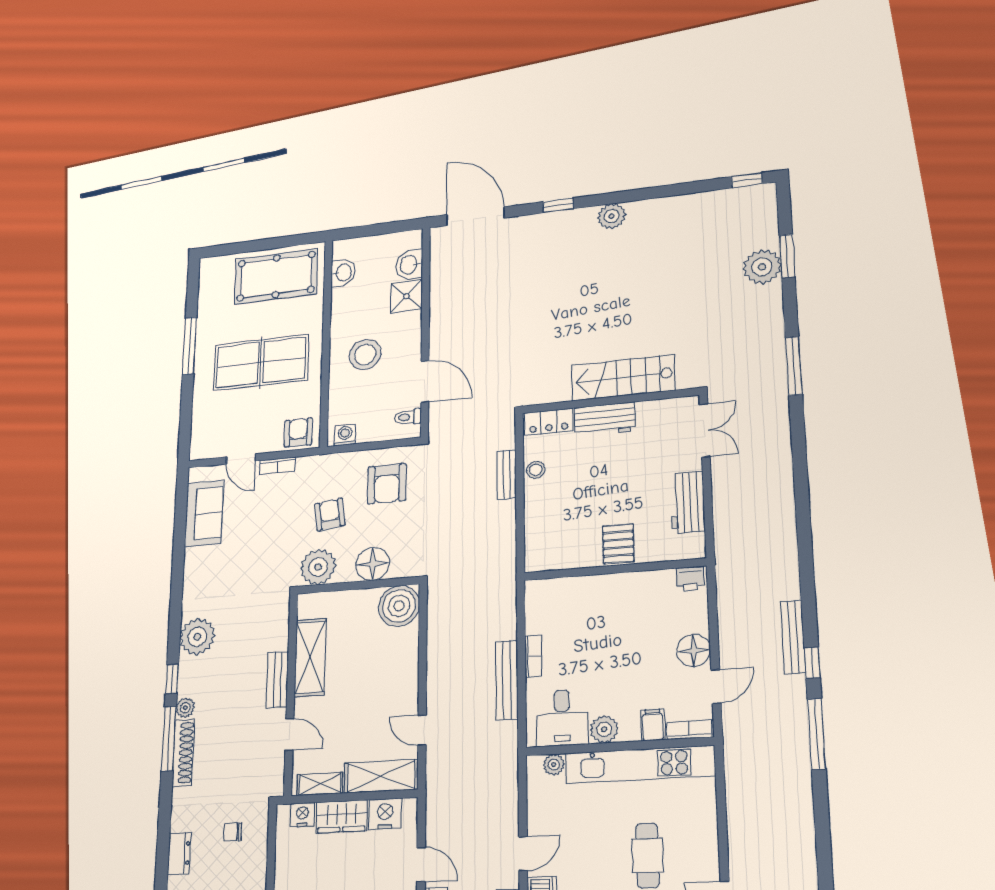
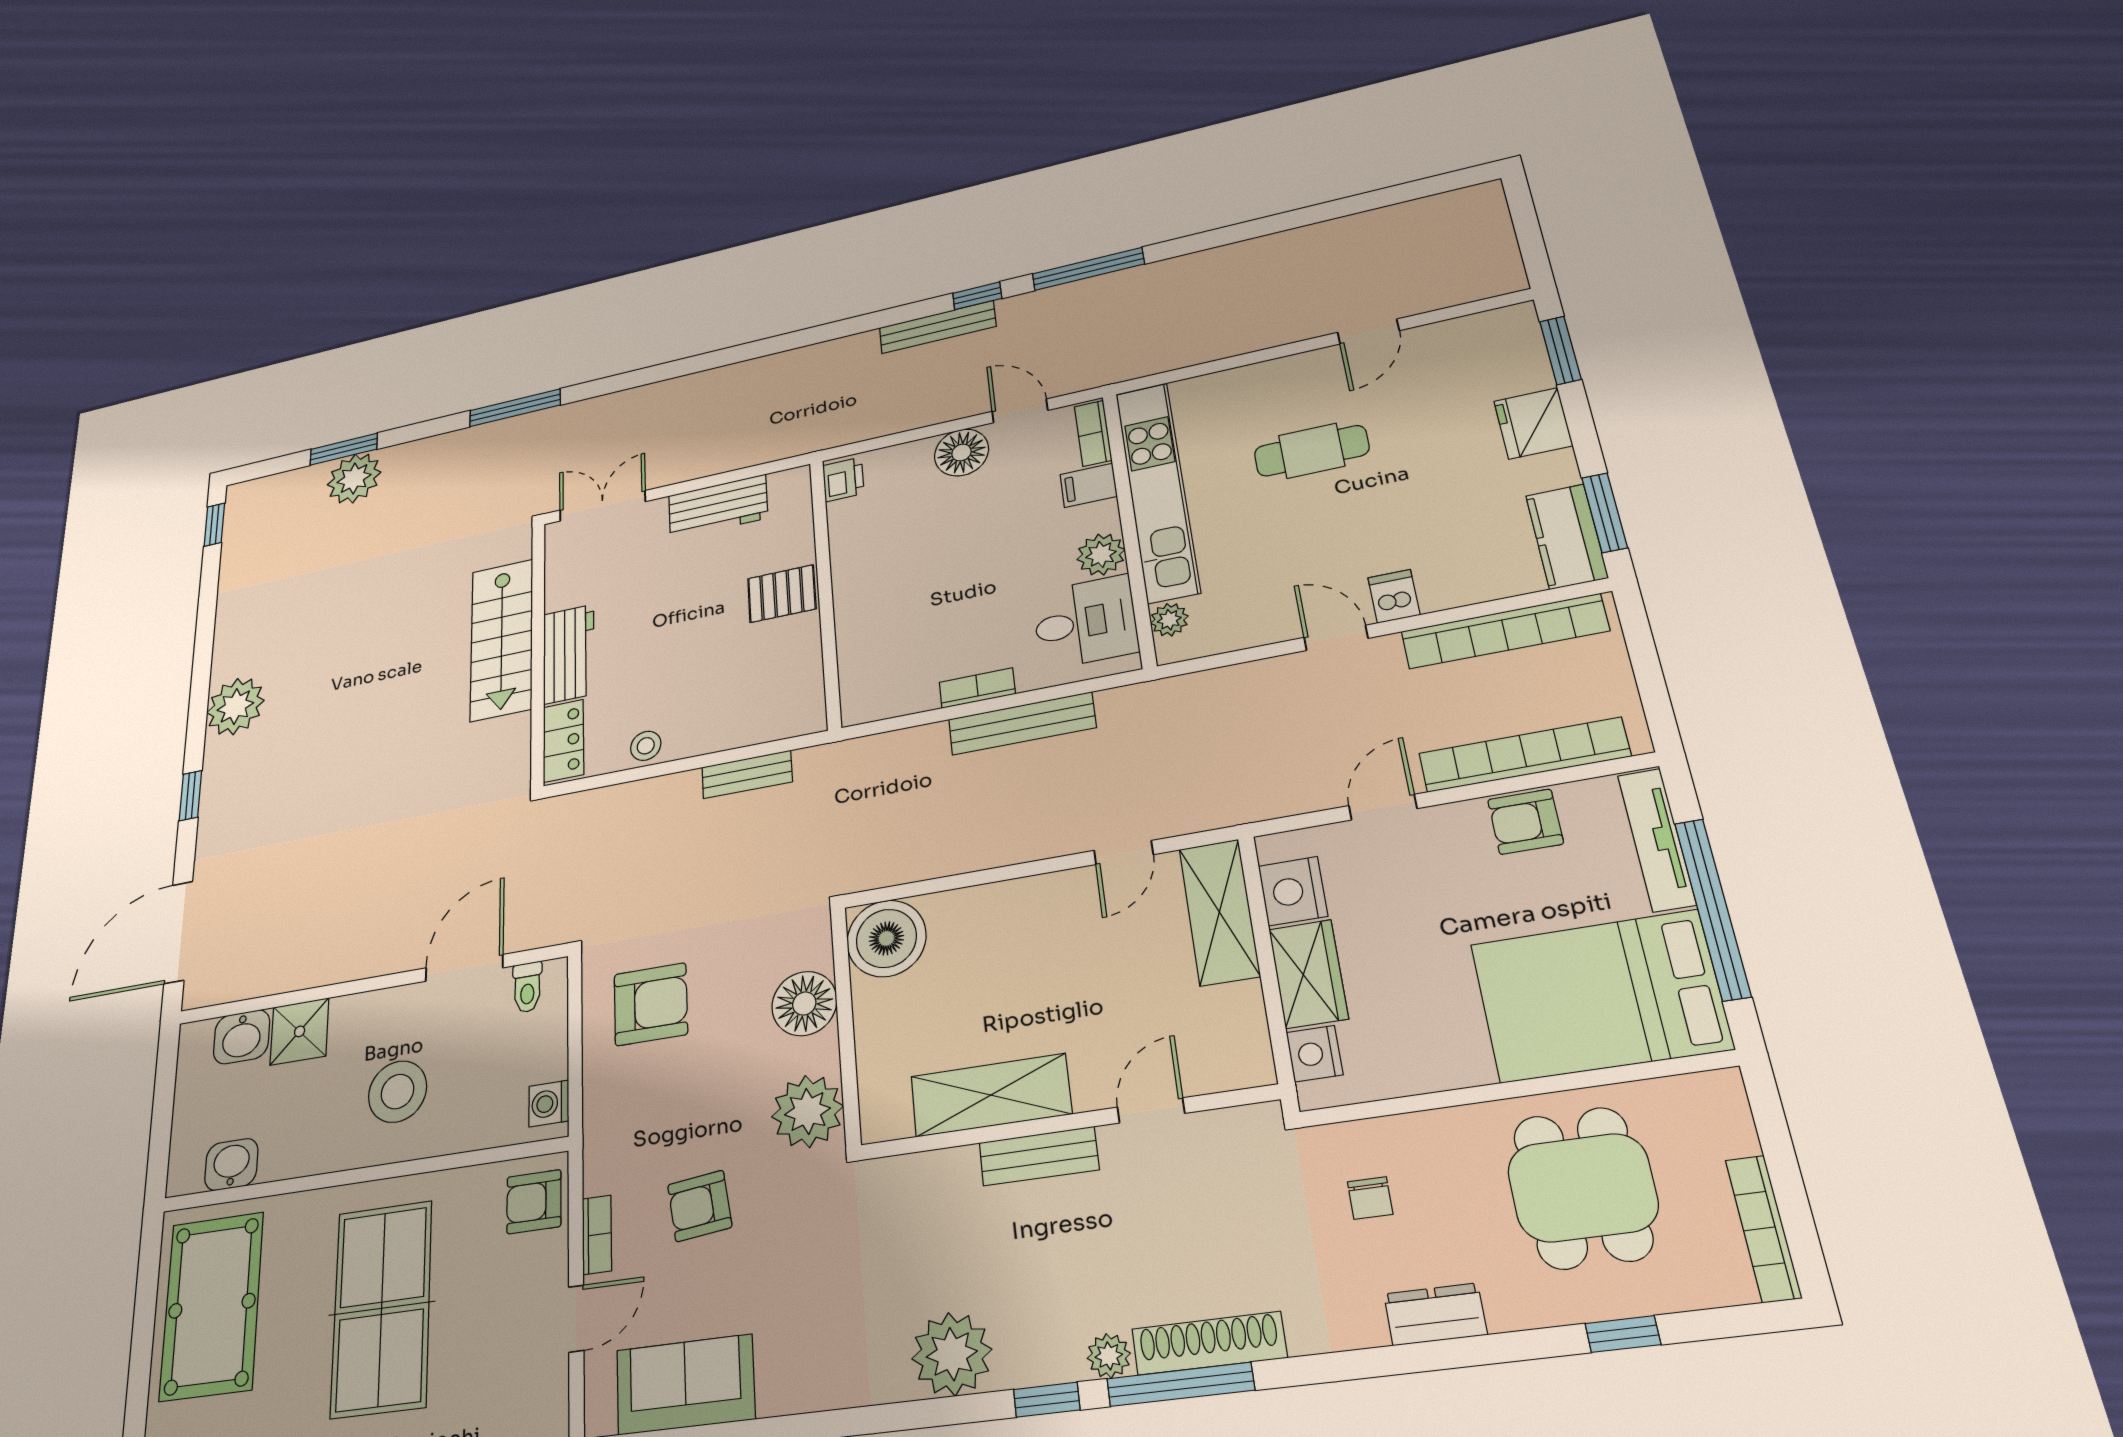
plant: (612, 216) -> (235, 706), width x1.36, depth x1.36
bench: (506, 475) -> (747, 774), moved
armchair: (330, 514) -> (700, 1206), moved
shelving: (320, 784) -> (1247, 1029), removed

